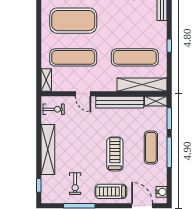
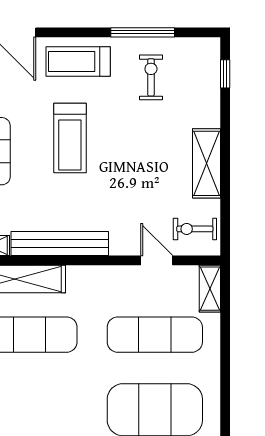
door: (83, 94) -> (157, 260), moved
shelving: (48, 149) -> (206, 163), width x0.68
treadmill: (111, 191) -> (78, 62), turned 180

